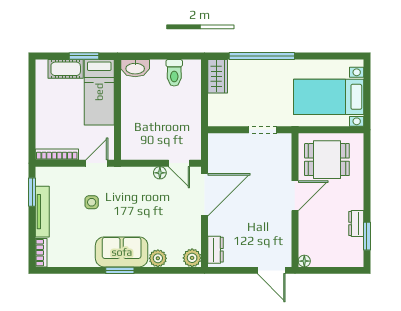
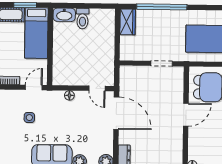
toilet: (174, 73) -> (83, 19), moved
floor lamp: (160, 173) -> (69, 95), moved
door: (205, 195) -> (116, 113), hinge flipped

